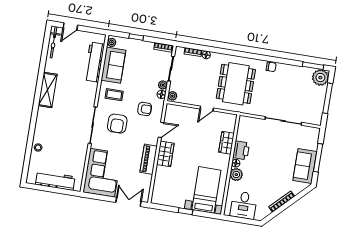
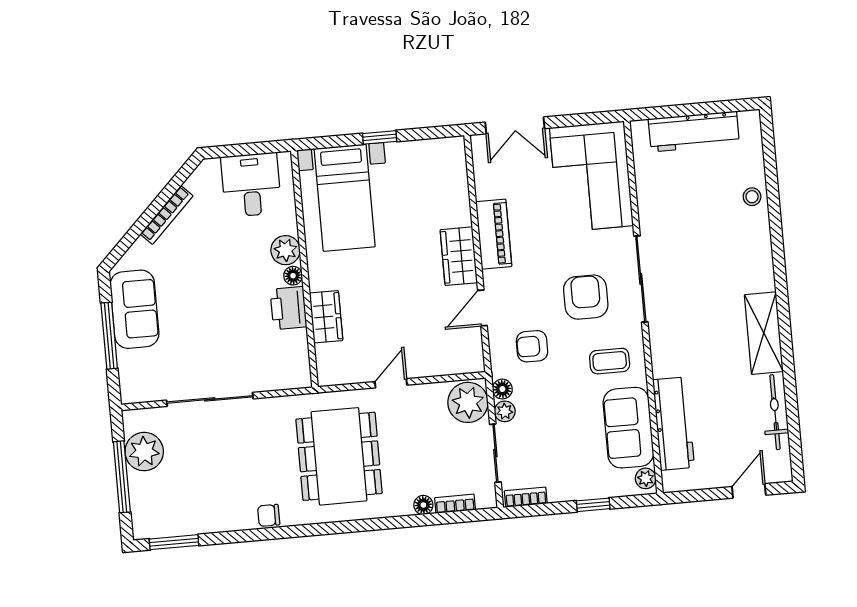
bicycle: (54, 42) -> (775, 412), moved
plant: (320, 78) -> (144, 452), moved
plant: (172, 96) -> (468, 402), width x1.88, depth x1.88

